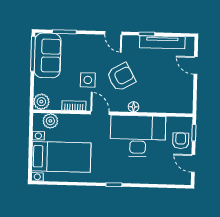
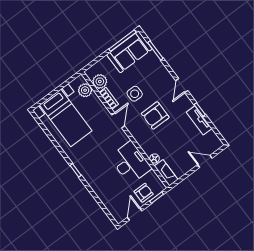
tv unit: (162, 42) -> (199, 120), width x0.71
door: (196, 65) -> (205, 161), hinge flipped
armchair: (121, 77) -> (155, 115), turned 119
plant: (41, 102) -> (100, 81), moved
floor lamp: (133, 107) -> (154, 158), moved
fireplace: (179, 107) -> (166, 173), added
desk: (138, 136) -> (130, 163), width x0.73, depth x0.77

